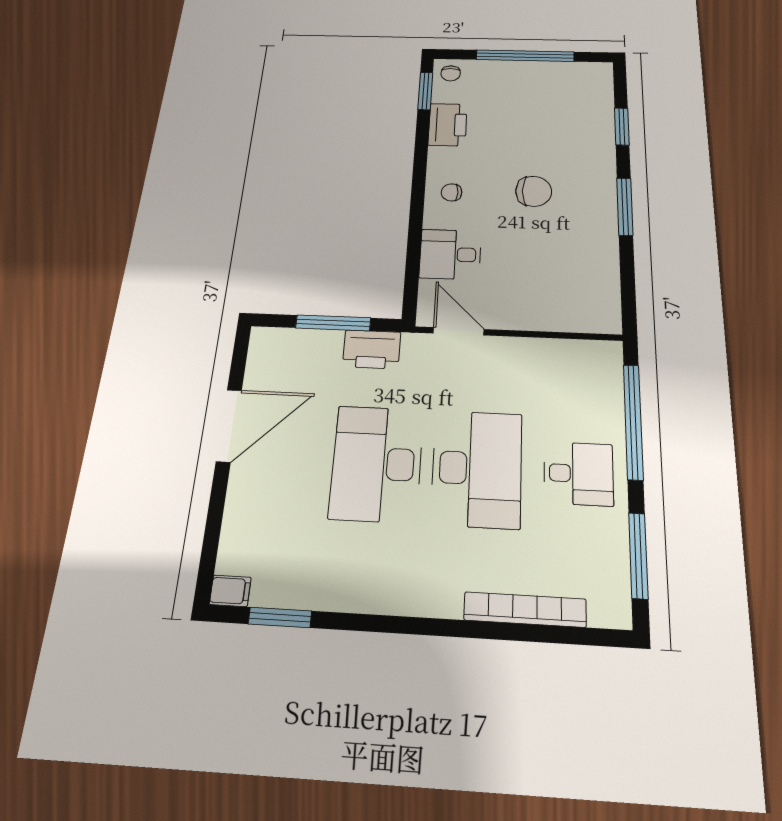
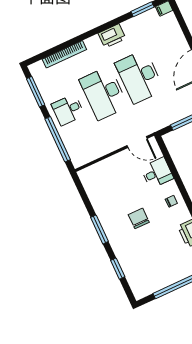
chair: (534, 191) -> (139, 218), turned 90
printer: (372, 349) -> (112, 36), moved, turned 180
desk: (377, 464) -> (140, 77), turned 180

